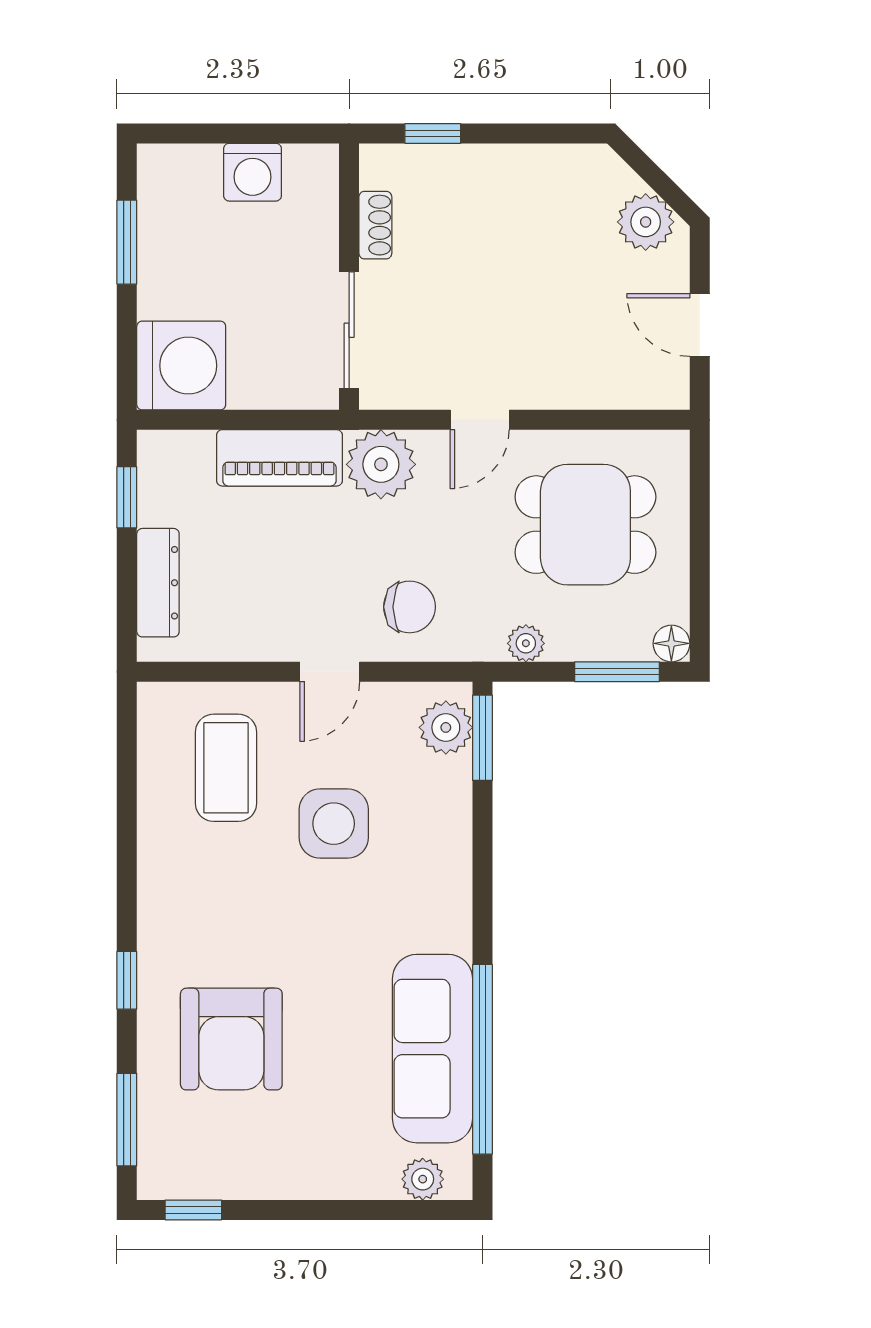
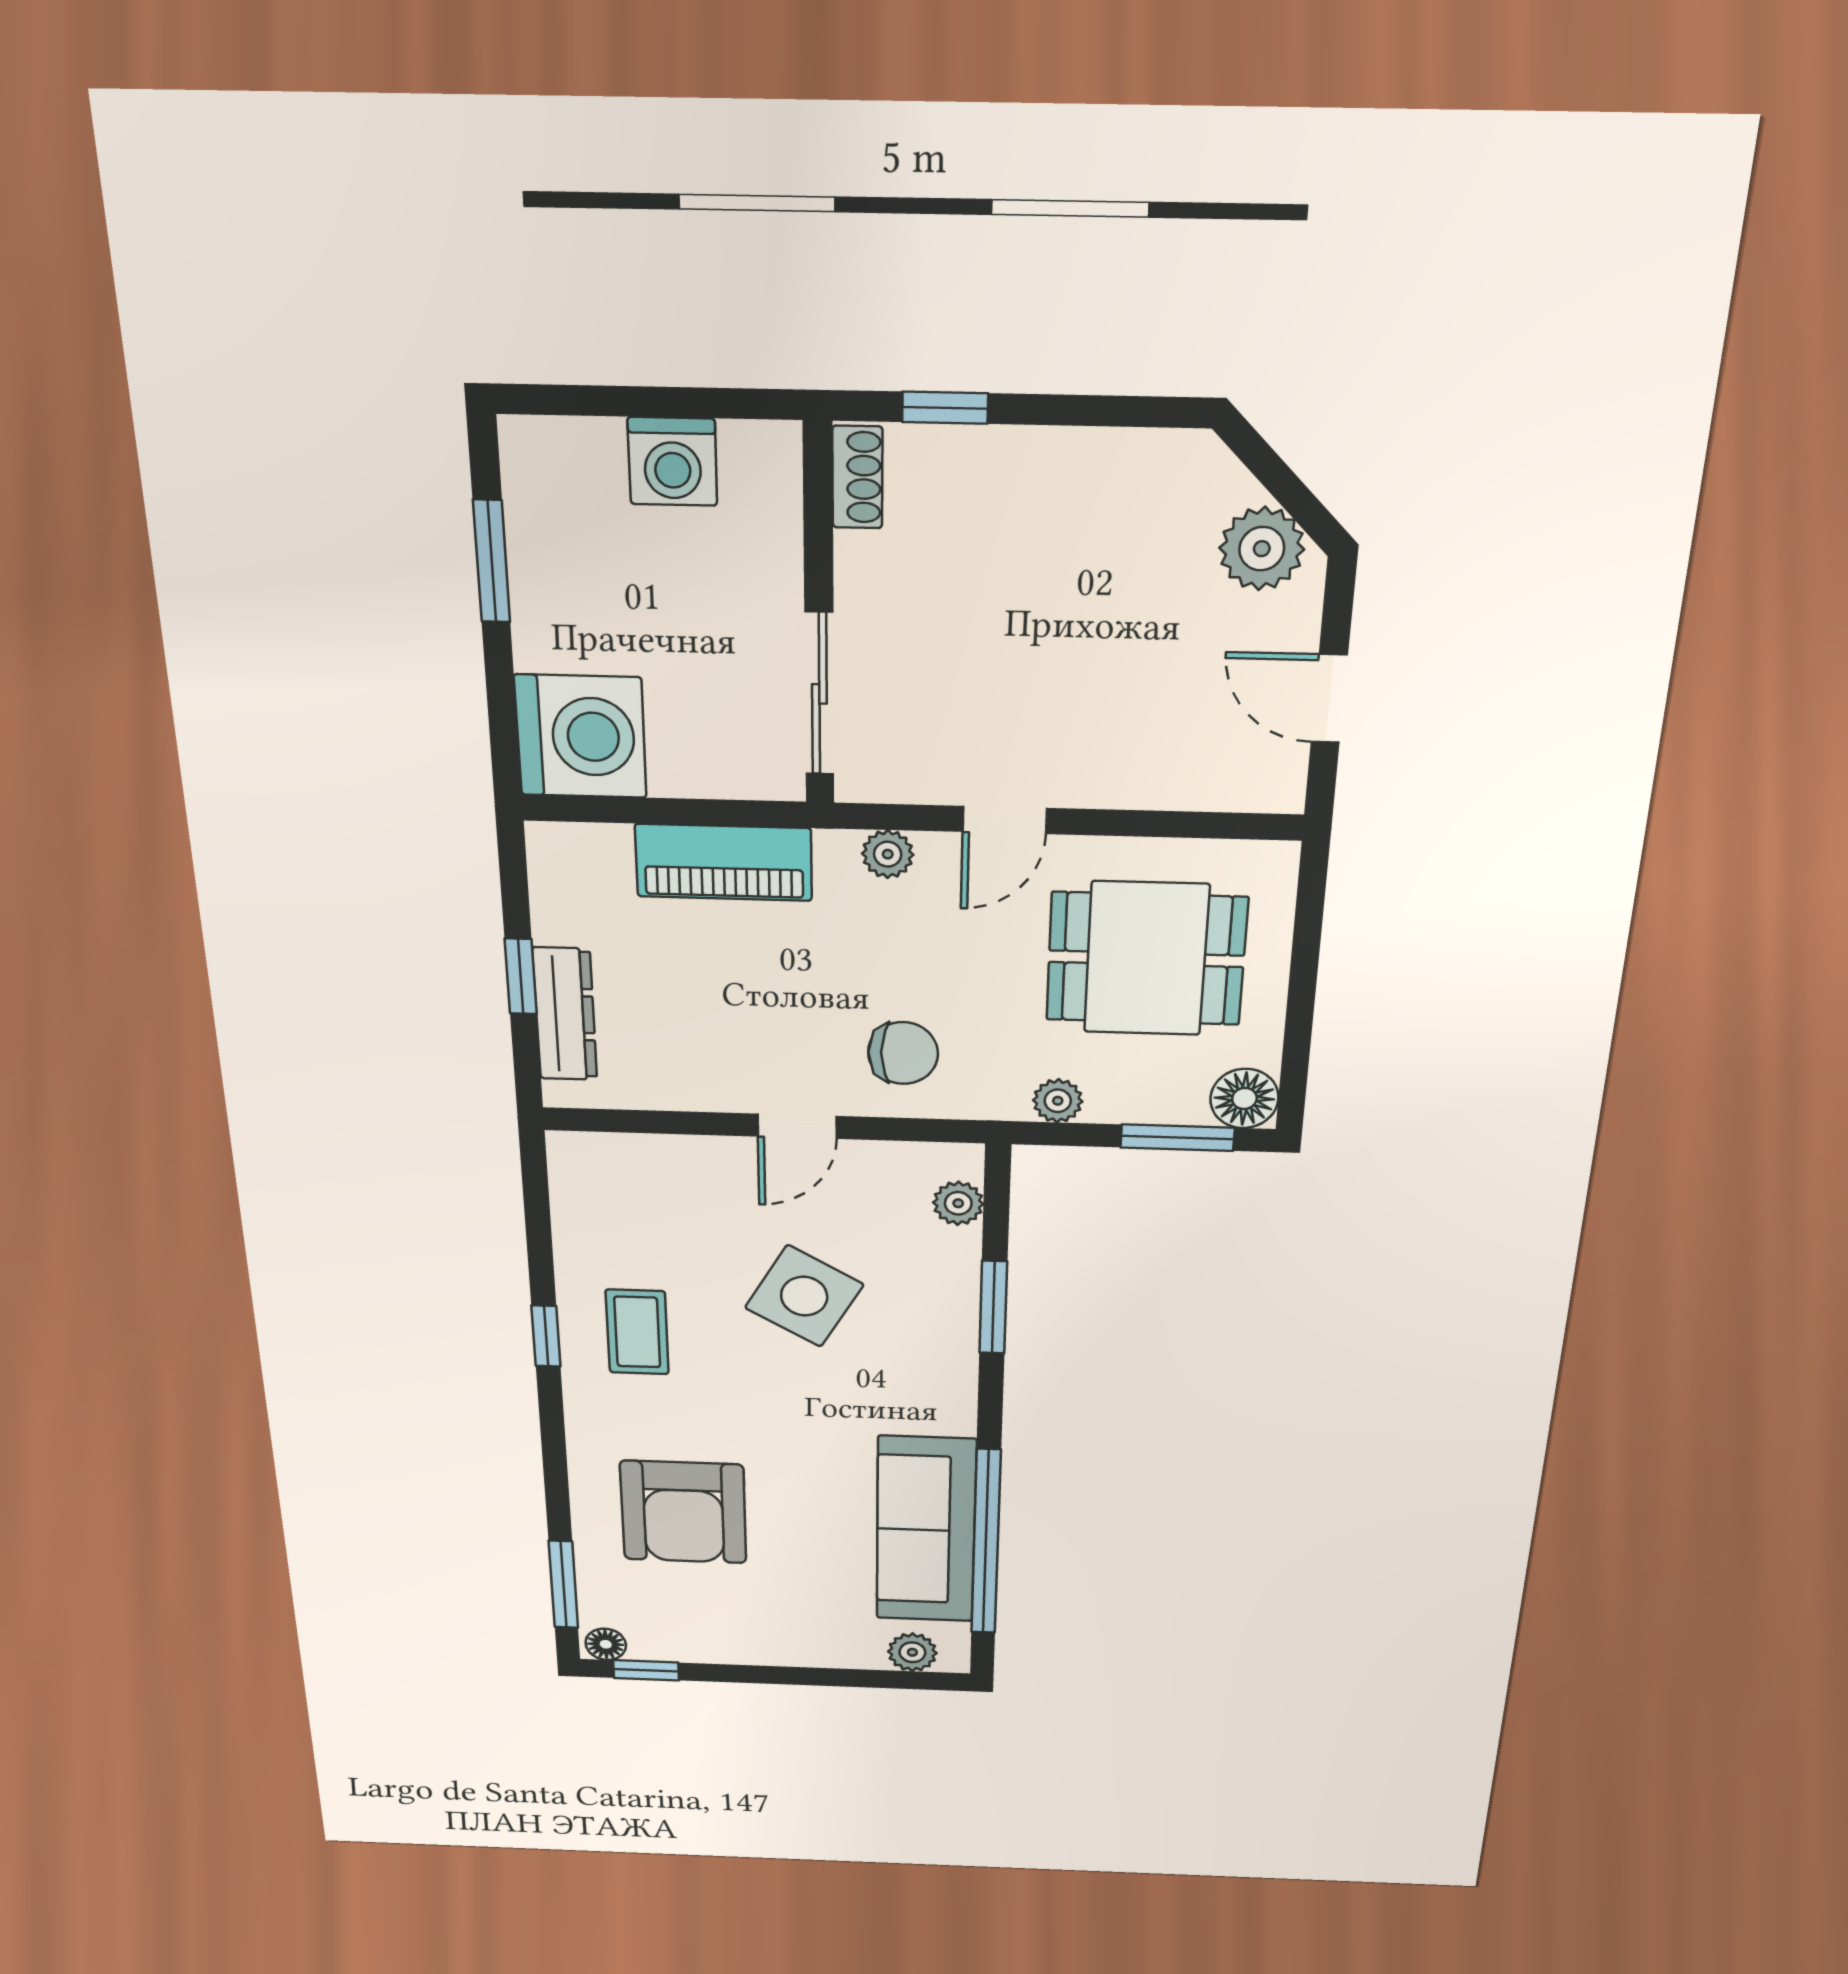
shoe rack: (375, 225) -> (857, 477), moved
plant: (381, 464) -> (888, 854), width x0.53, depth x0.53
window: (127, 497) -> (521, 976), moved
floor lamp: (671, 643) -> (1244, 1098), width x1.37, depth x1.37
plant: (446, 727) -> (958, 1203), width x0.73, depth x0.73
window: (482, 738) -> (993, 1307), moved
coffee table: (226, 768) -> (637, 1332), moved, width x0.73, depth x0.77
side table: (334, 824) -> (804, 1296), turned 30
window: (127, 980) -> (546, 1336), moved
floor lamp: (160, 1183) -> (606, 1644), added

